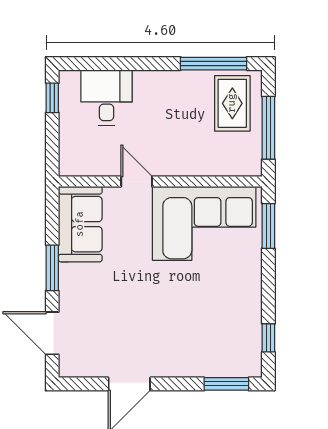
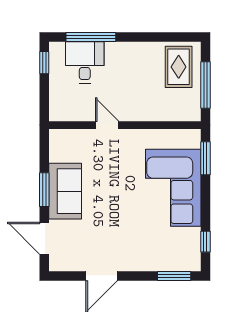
window: (214, 64) -> (91, 37), moved
corner sofa: (204, 223) -> (173, 188), moved, turned 90
sofa: (80, 224) -> (65, 191), moved

